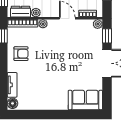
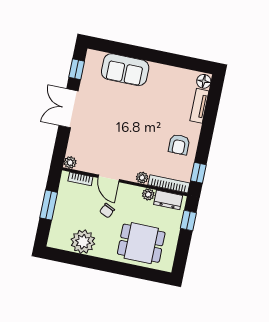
window: (107, 36) -> (77, 69), moved
armchair: (21, 54) -> (179, 144), turned -90
sofa: (85, 100) -> (125, 70), moved

